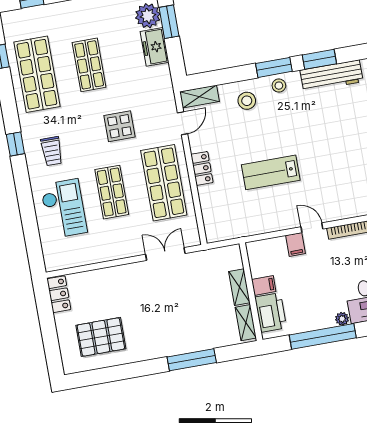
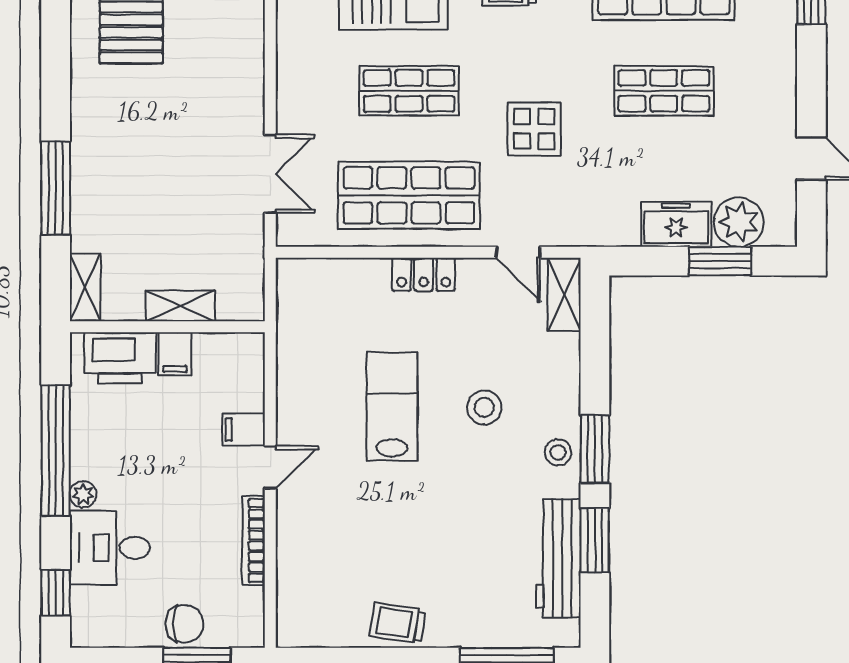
stool: (247, 101) -> (484, 407), moved
shelving: (246, 323) -> (85, 288), moved, turned 90

